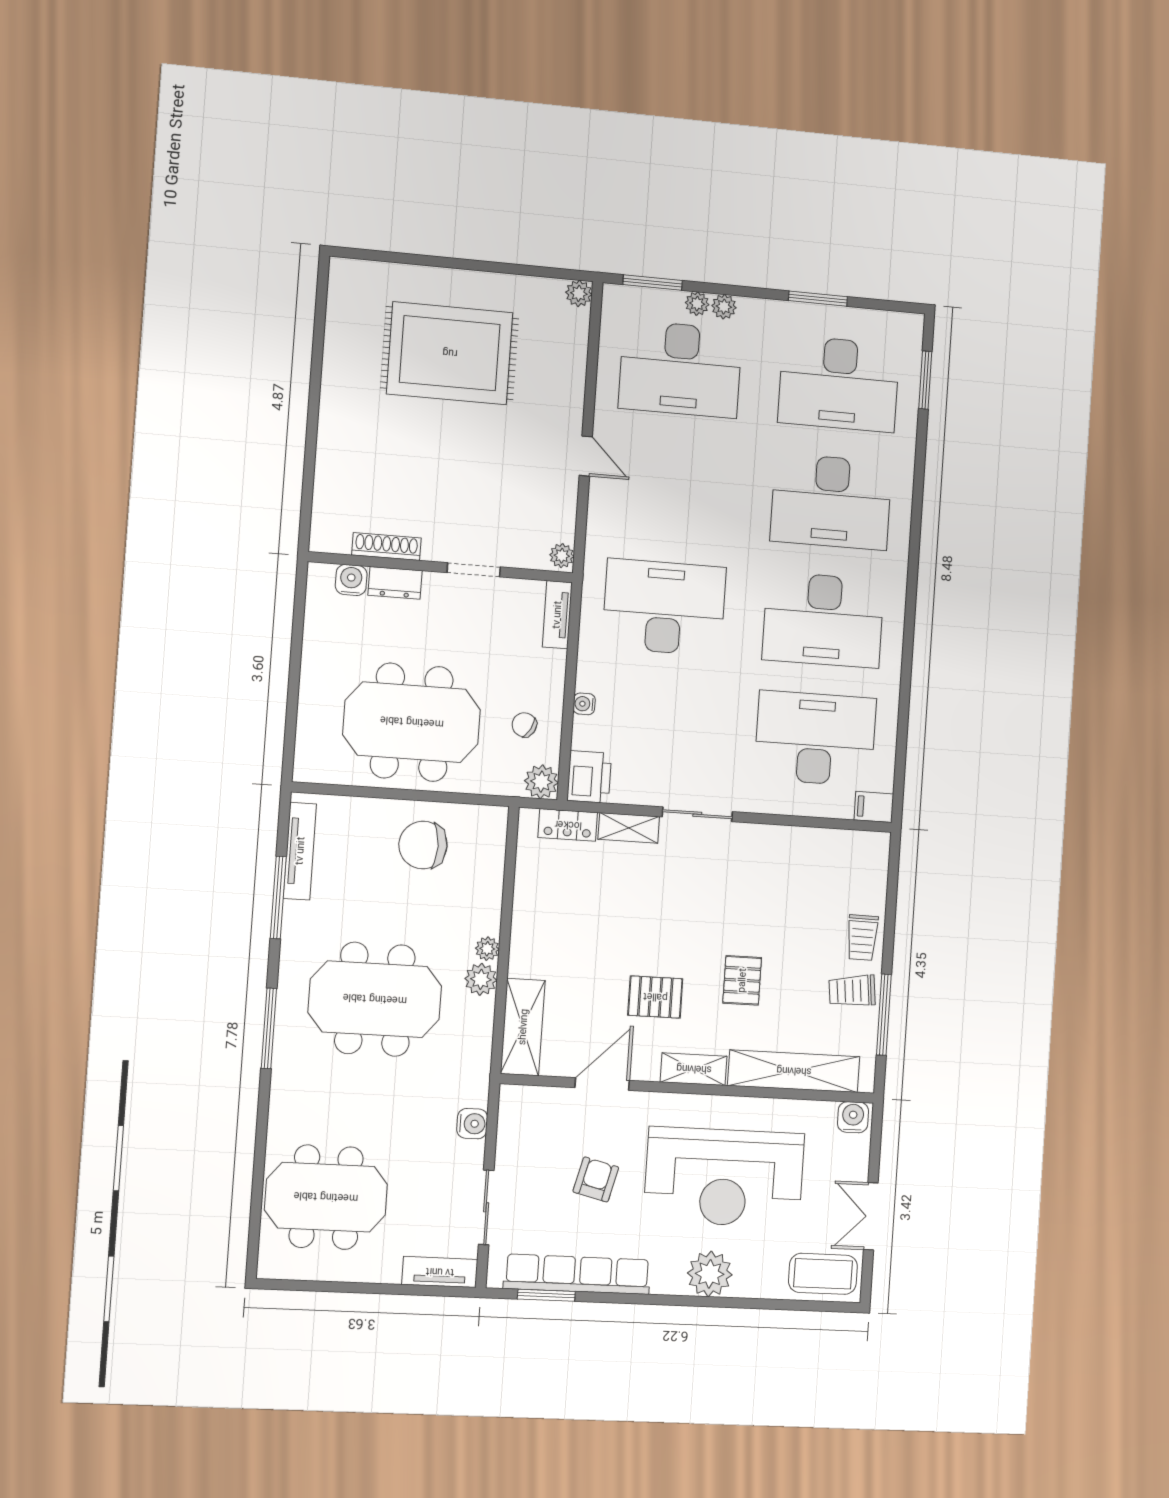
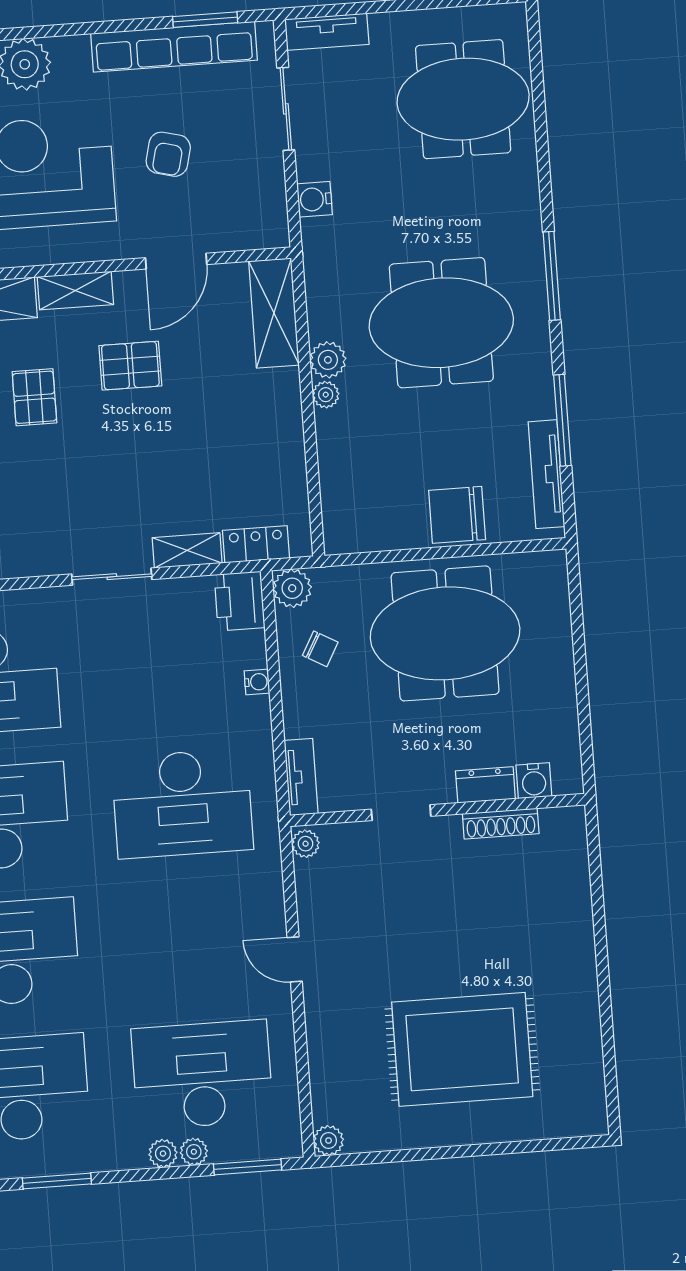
chair: (423, 845) -> (457, 515), moved, turned 180

